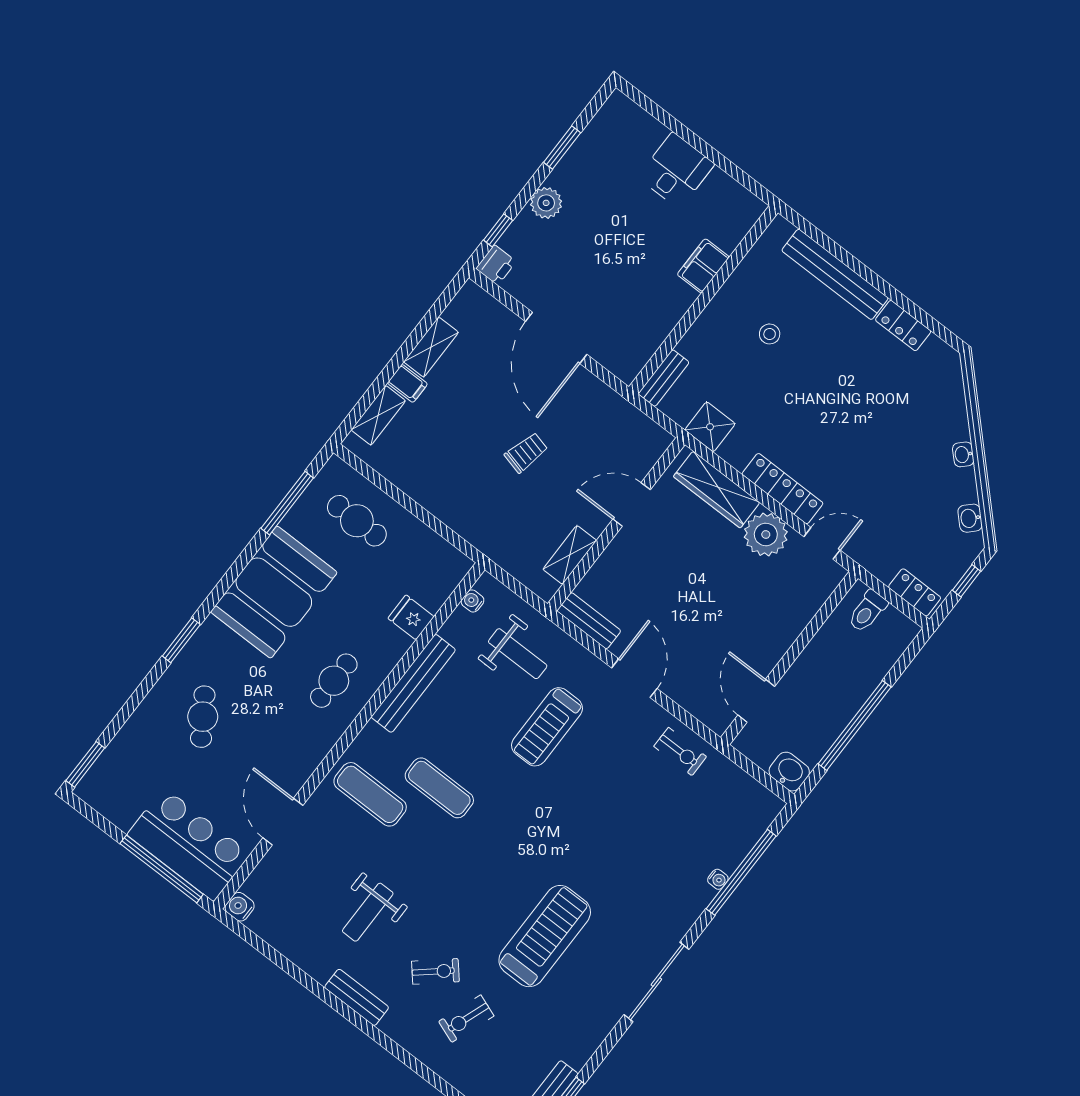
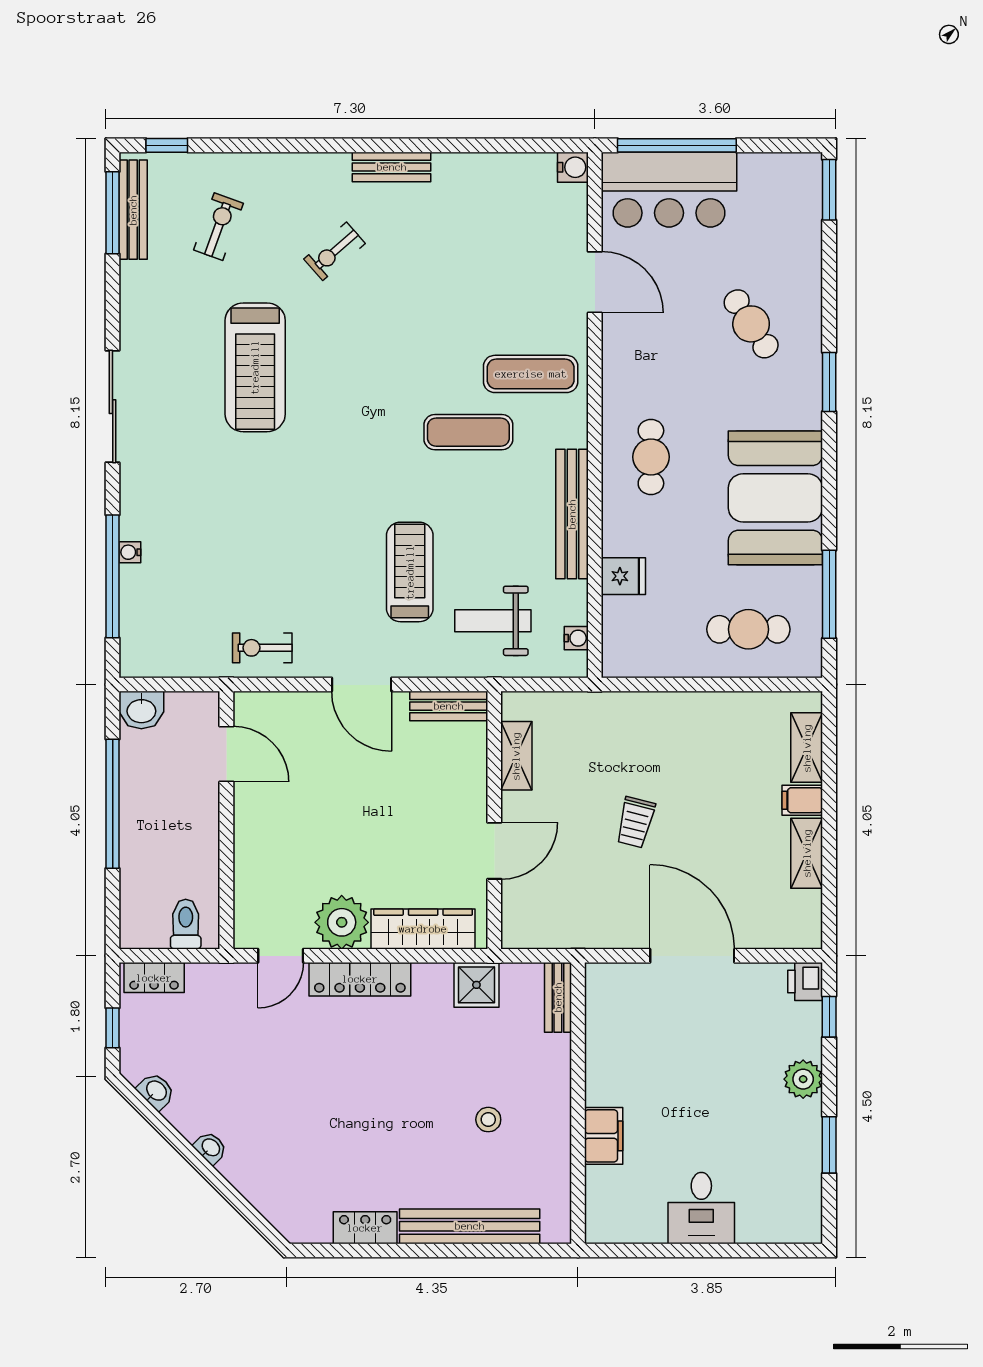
weight bench: (368, 912) -> (445, 258), removed
exercise bike: (466, 1019) -> (218, 227), moved

